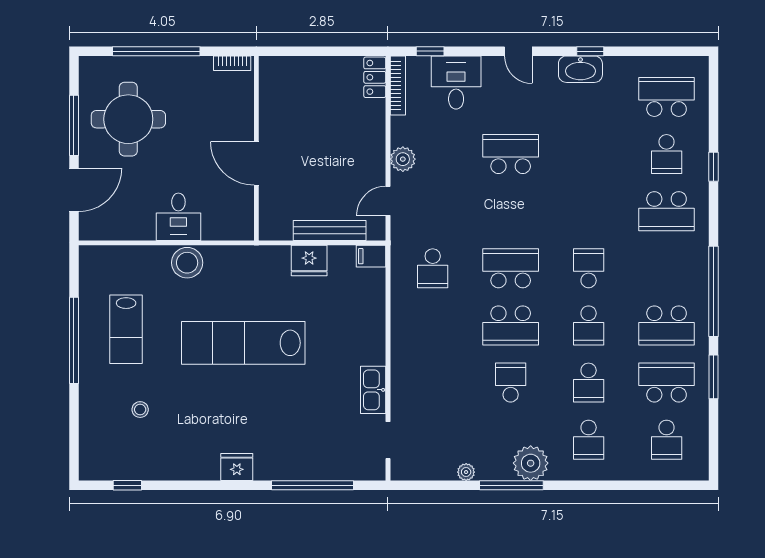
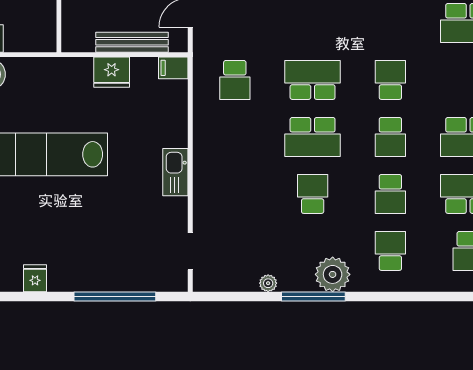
kitchen sink: (373, 390) -> (175, 172), moved
school desk: (589, 440) -> (390, 251), turned 180
fridge: (237, 467) -> (35, 278), width x0.72

